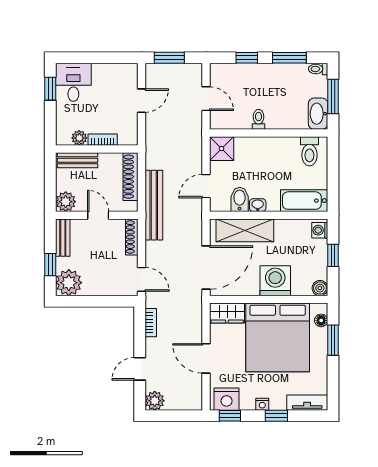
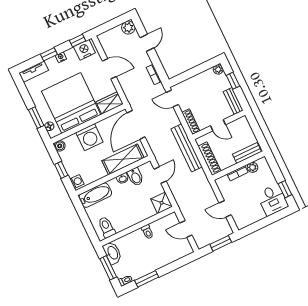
window: (247, 58) -> (173, 266), removed
door: (142, 101) -> (225, 209), hinge flipped
plant: (66, 202) -> (242, 124), removed
plant: (69, 283) -> (218, 69), width x0.53, depth x0.53

